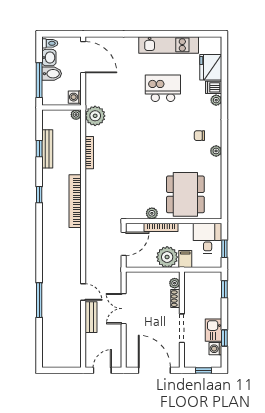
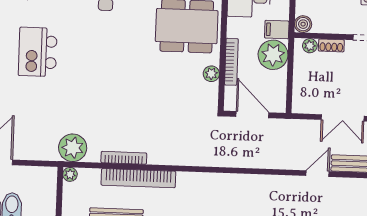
washing machine: (75, 97) -> (46, 175), removed
bookcase: (75, 201) -> (138, 178), moved
boiler: (190, 278) -> (303, 24), added

